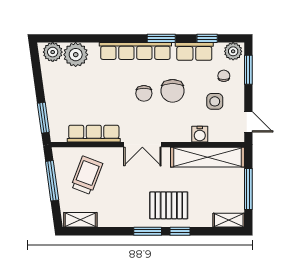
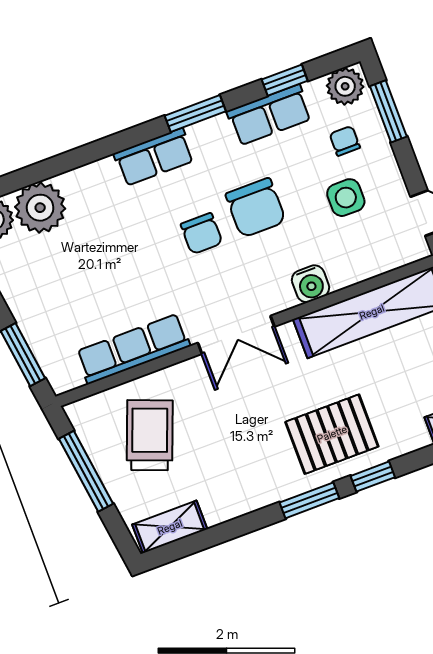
row of seats: (135, 51) -> (154, 157), width x0.50
water cooler: (200, 134) -> (311, 284), moved

